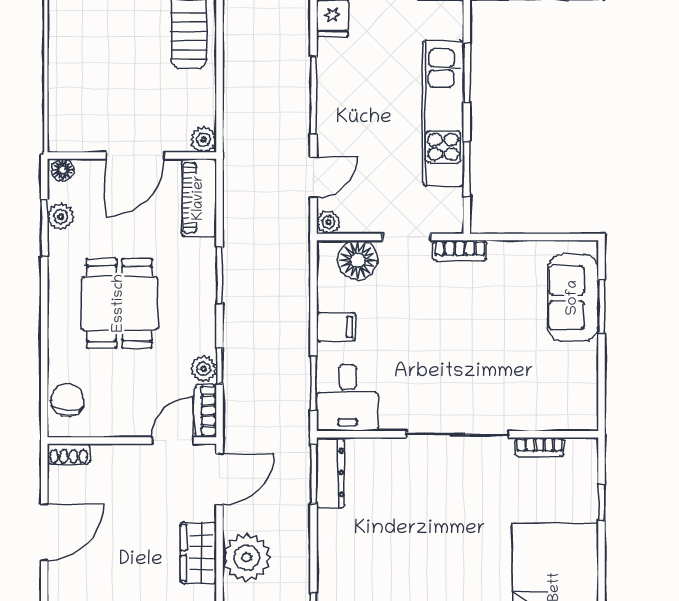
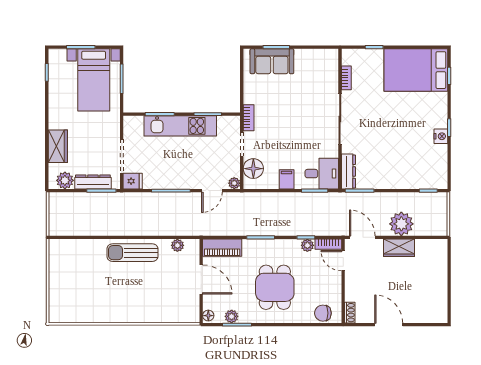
plant: (204, 140) -> (177, 245), moved
door: (313, 177) -> (212, 191), swing flipped
dining table: (119, 303) -> (275, 287), turned 90
dresser: (330, 473) -> (348, 171), moved, turned 90

